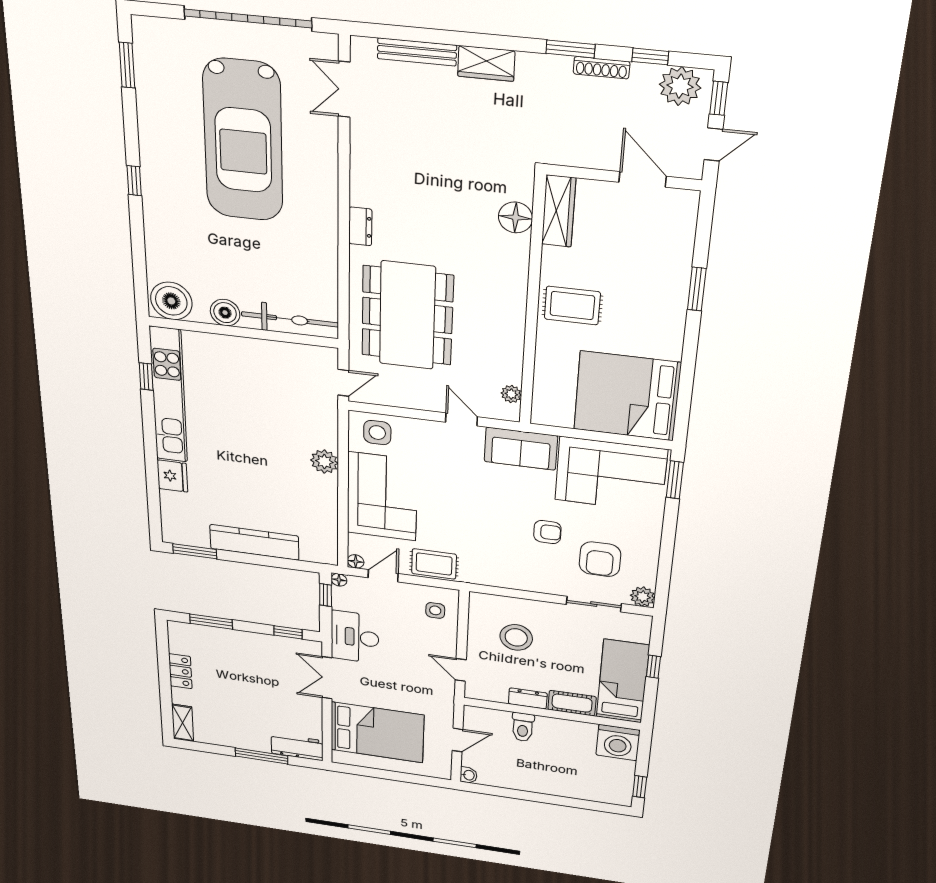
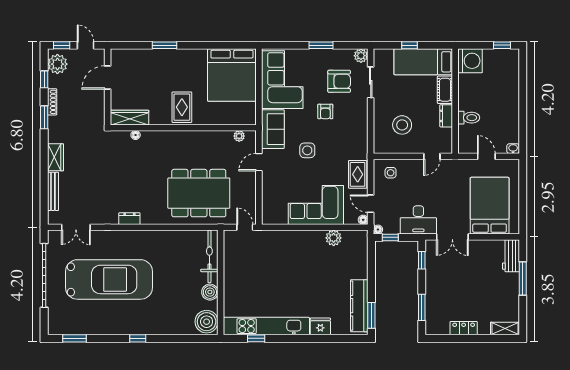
floor lamp: (515, 217) -> (136, 135), width x0.53, depth x0.53
dresser: (360, 226) -> (129, 219), moved
side table: (377, 433) -> (307, 150), moved
plant: (324, 462) -> (334, 238), moved
window: (675, 480) -> (321, 45), moved
armchair: (547, 532) -> (325, 111), turned 180
kitchen counter: (254, 542) -> (359, 306), moved

